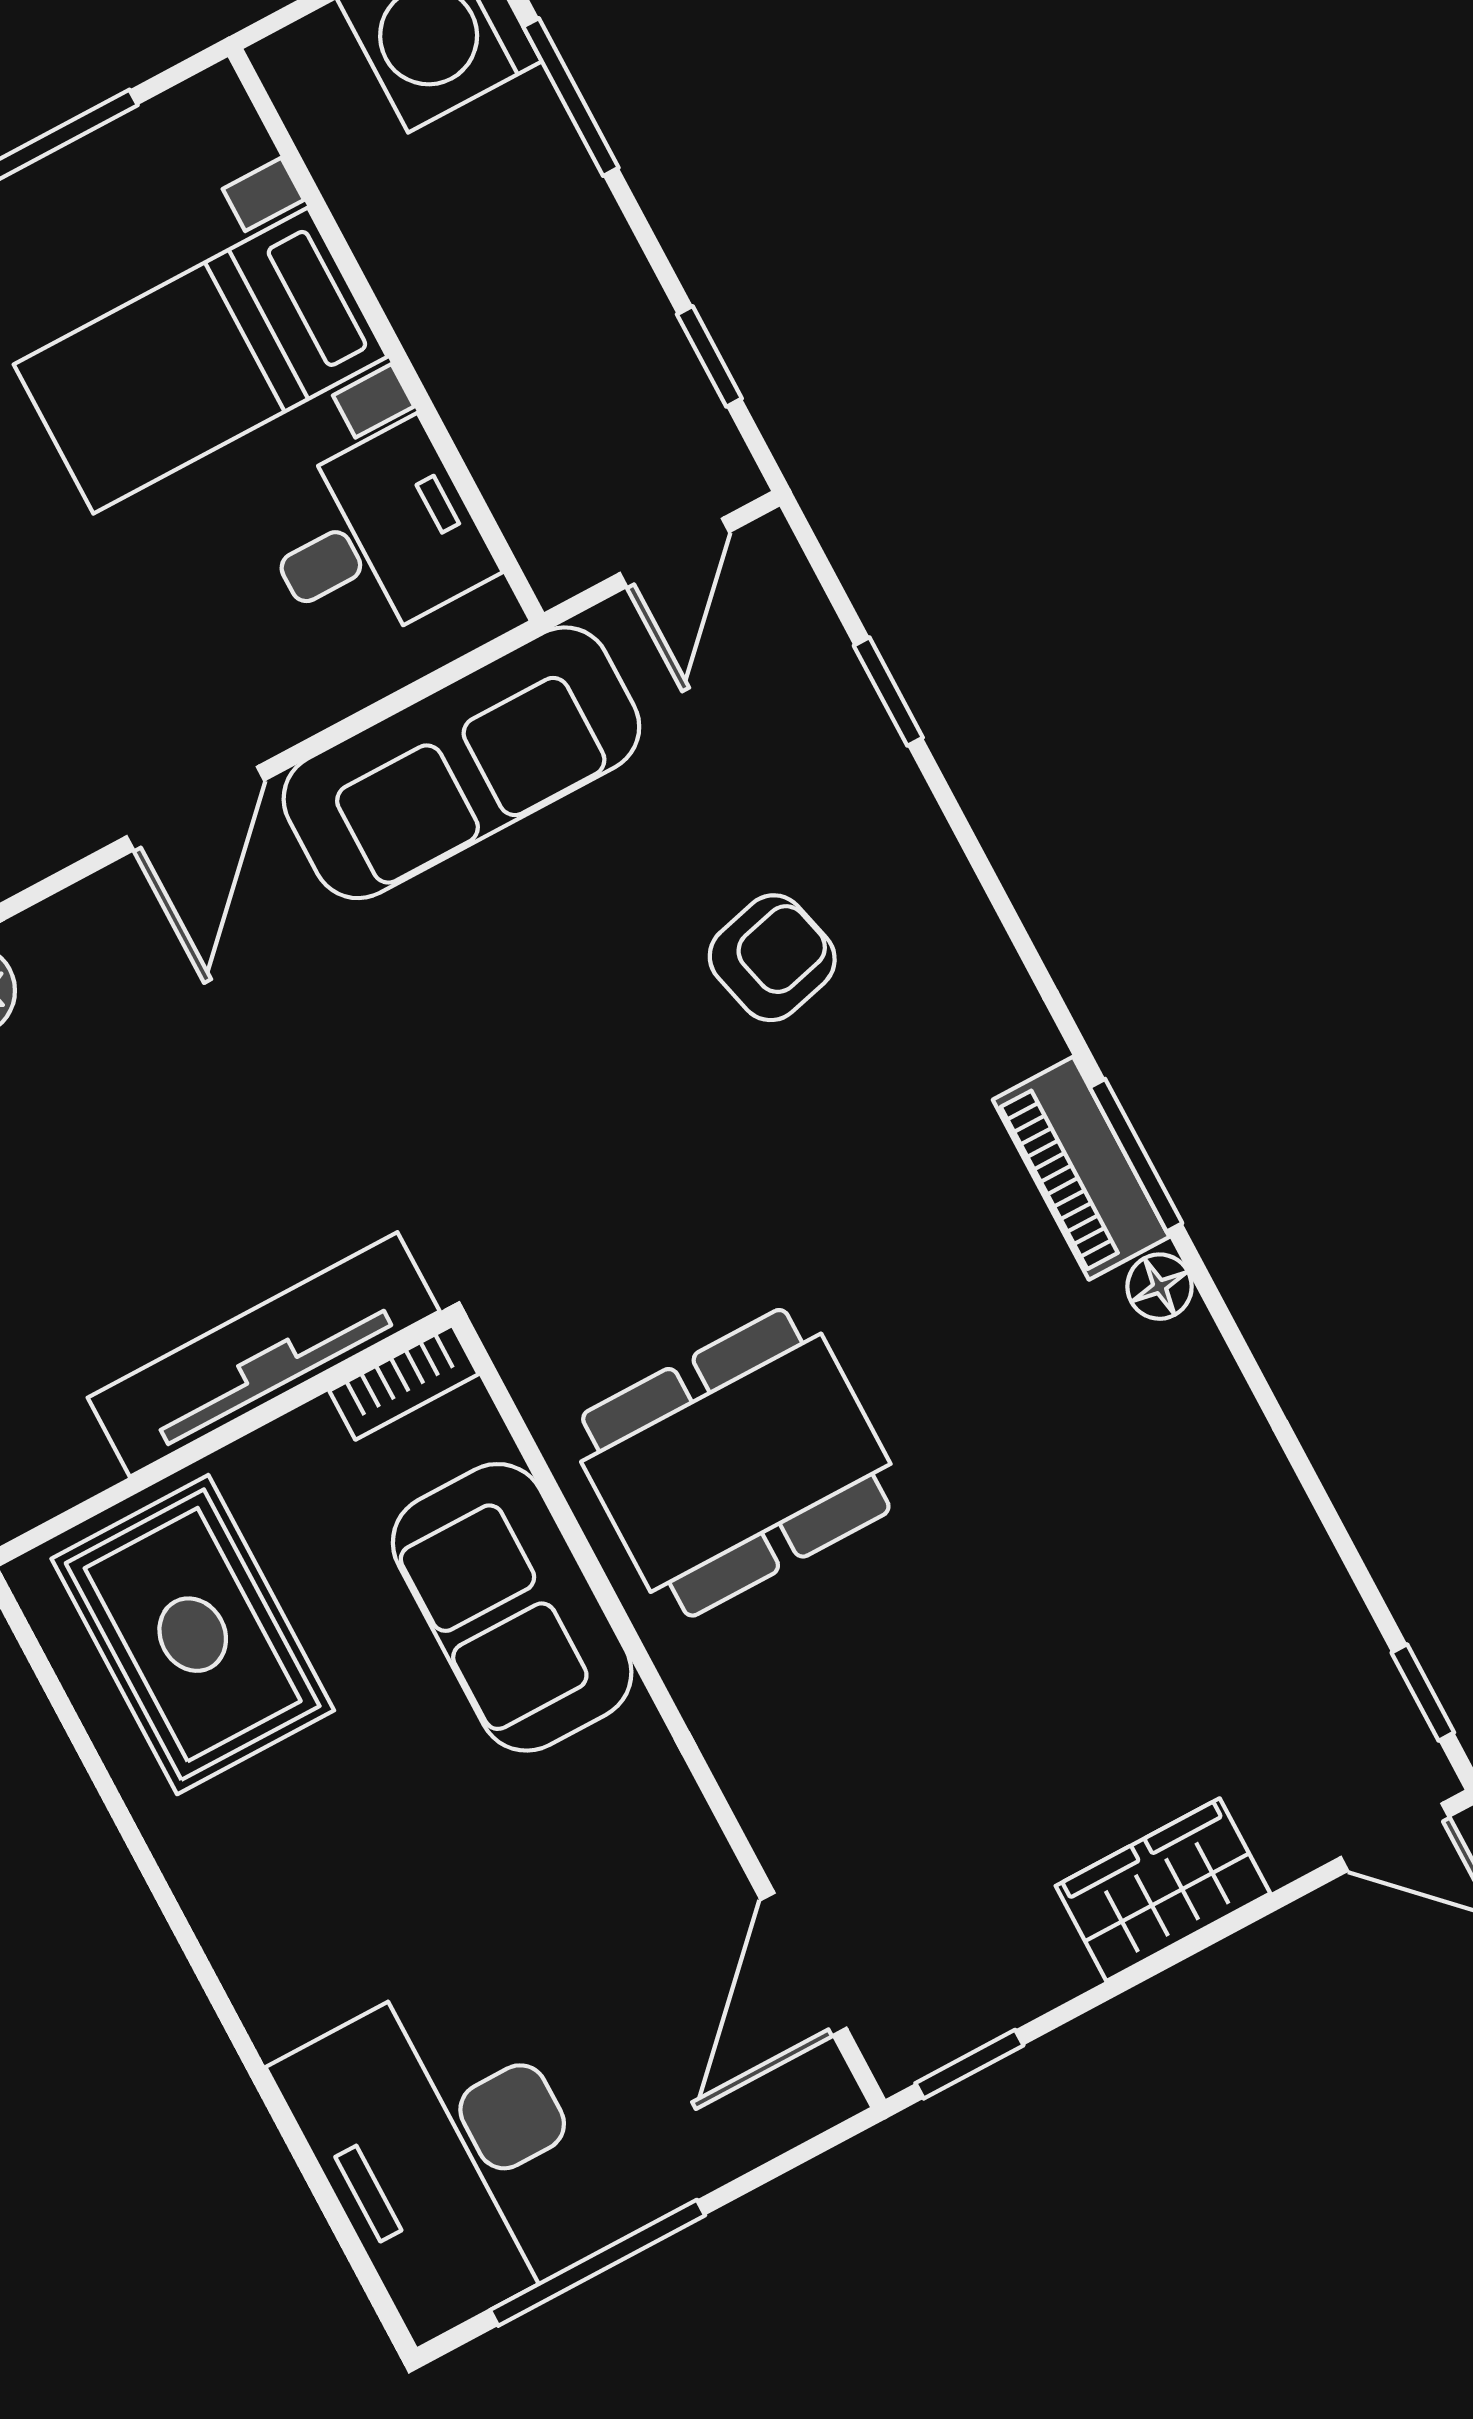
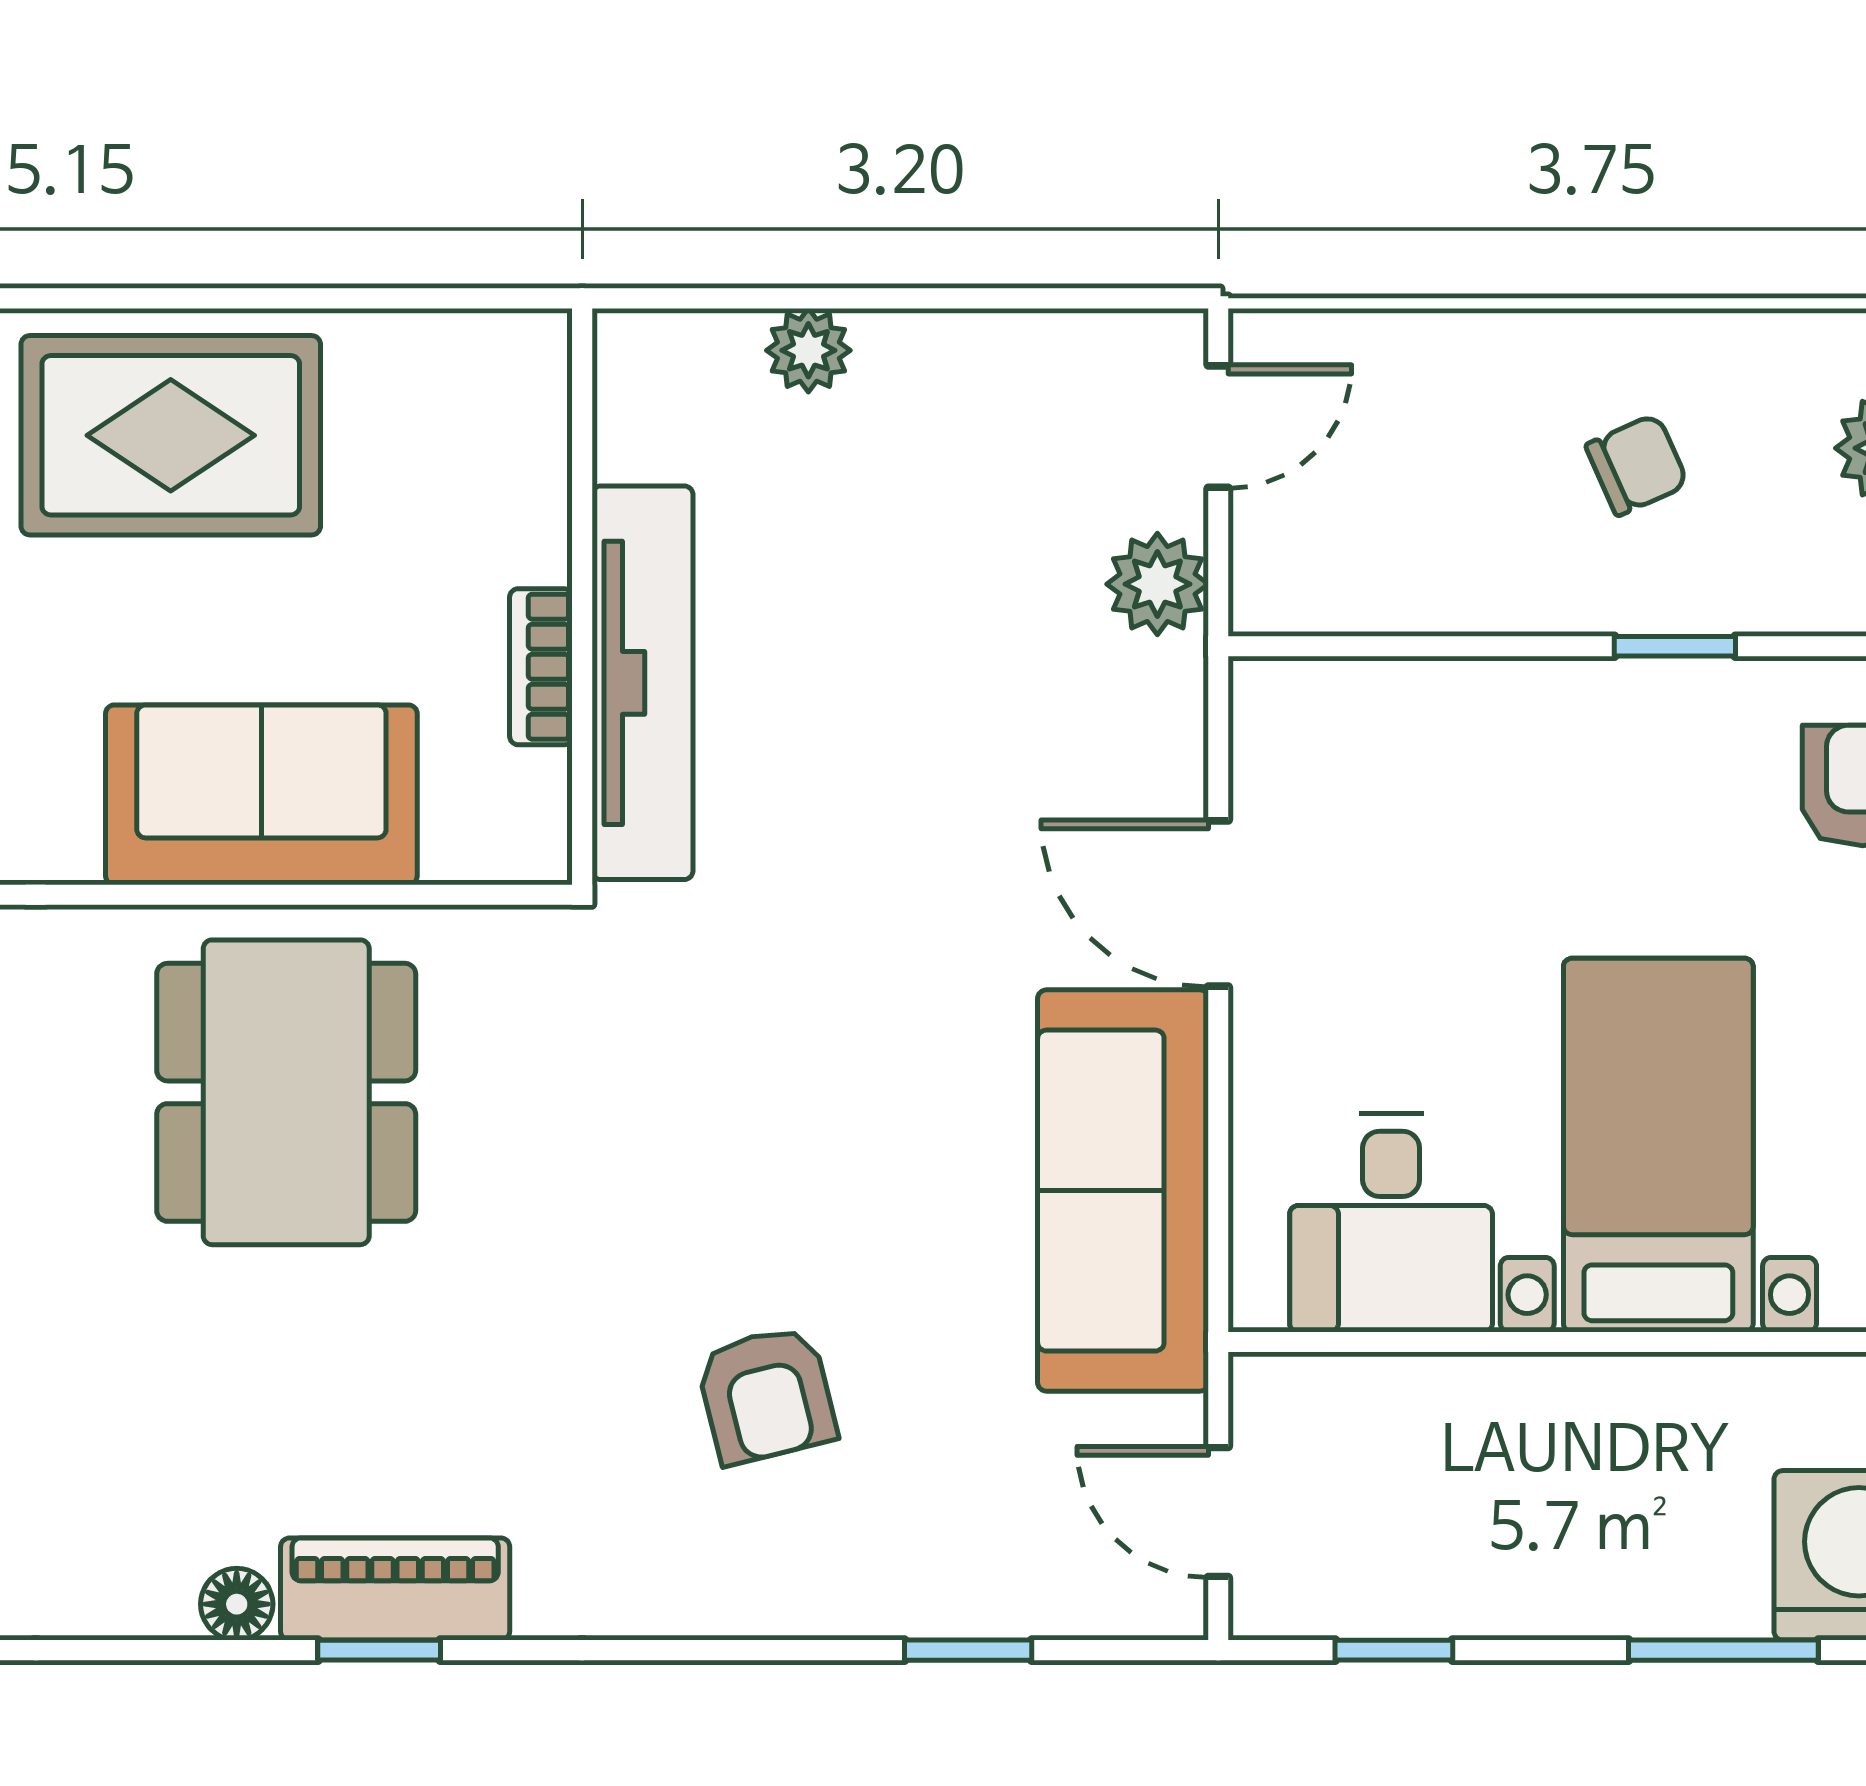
window: (1136, 1155) -> (379, 1650), width x0.67
bookcase: (404, 1382) -> (541, 667), moved
rug: (193, 1635) -> (171, 435), moved

